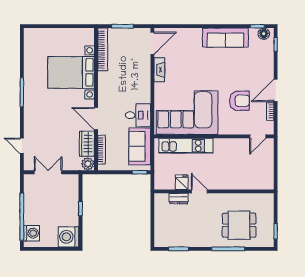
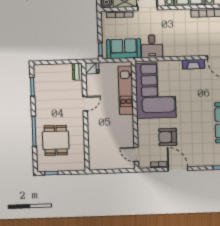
armchair: (240, 101) -> (168, 137), turned 90
fridge: (182, 182) -> (92, 68), moved
dresser: (179, 198) -> (77, 72), moved

